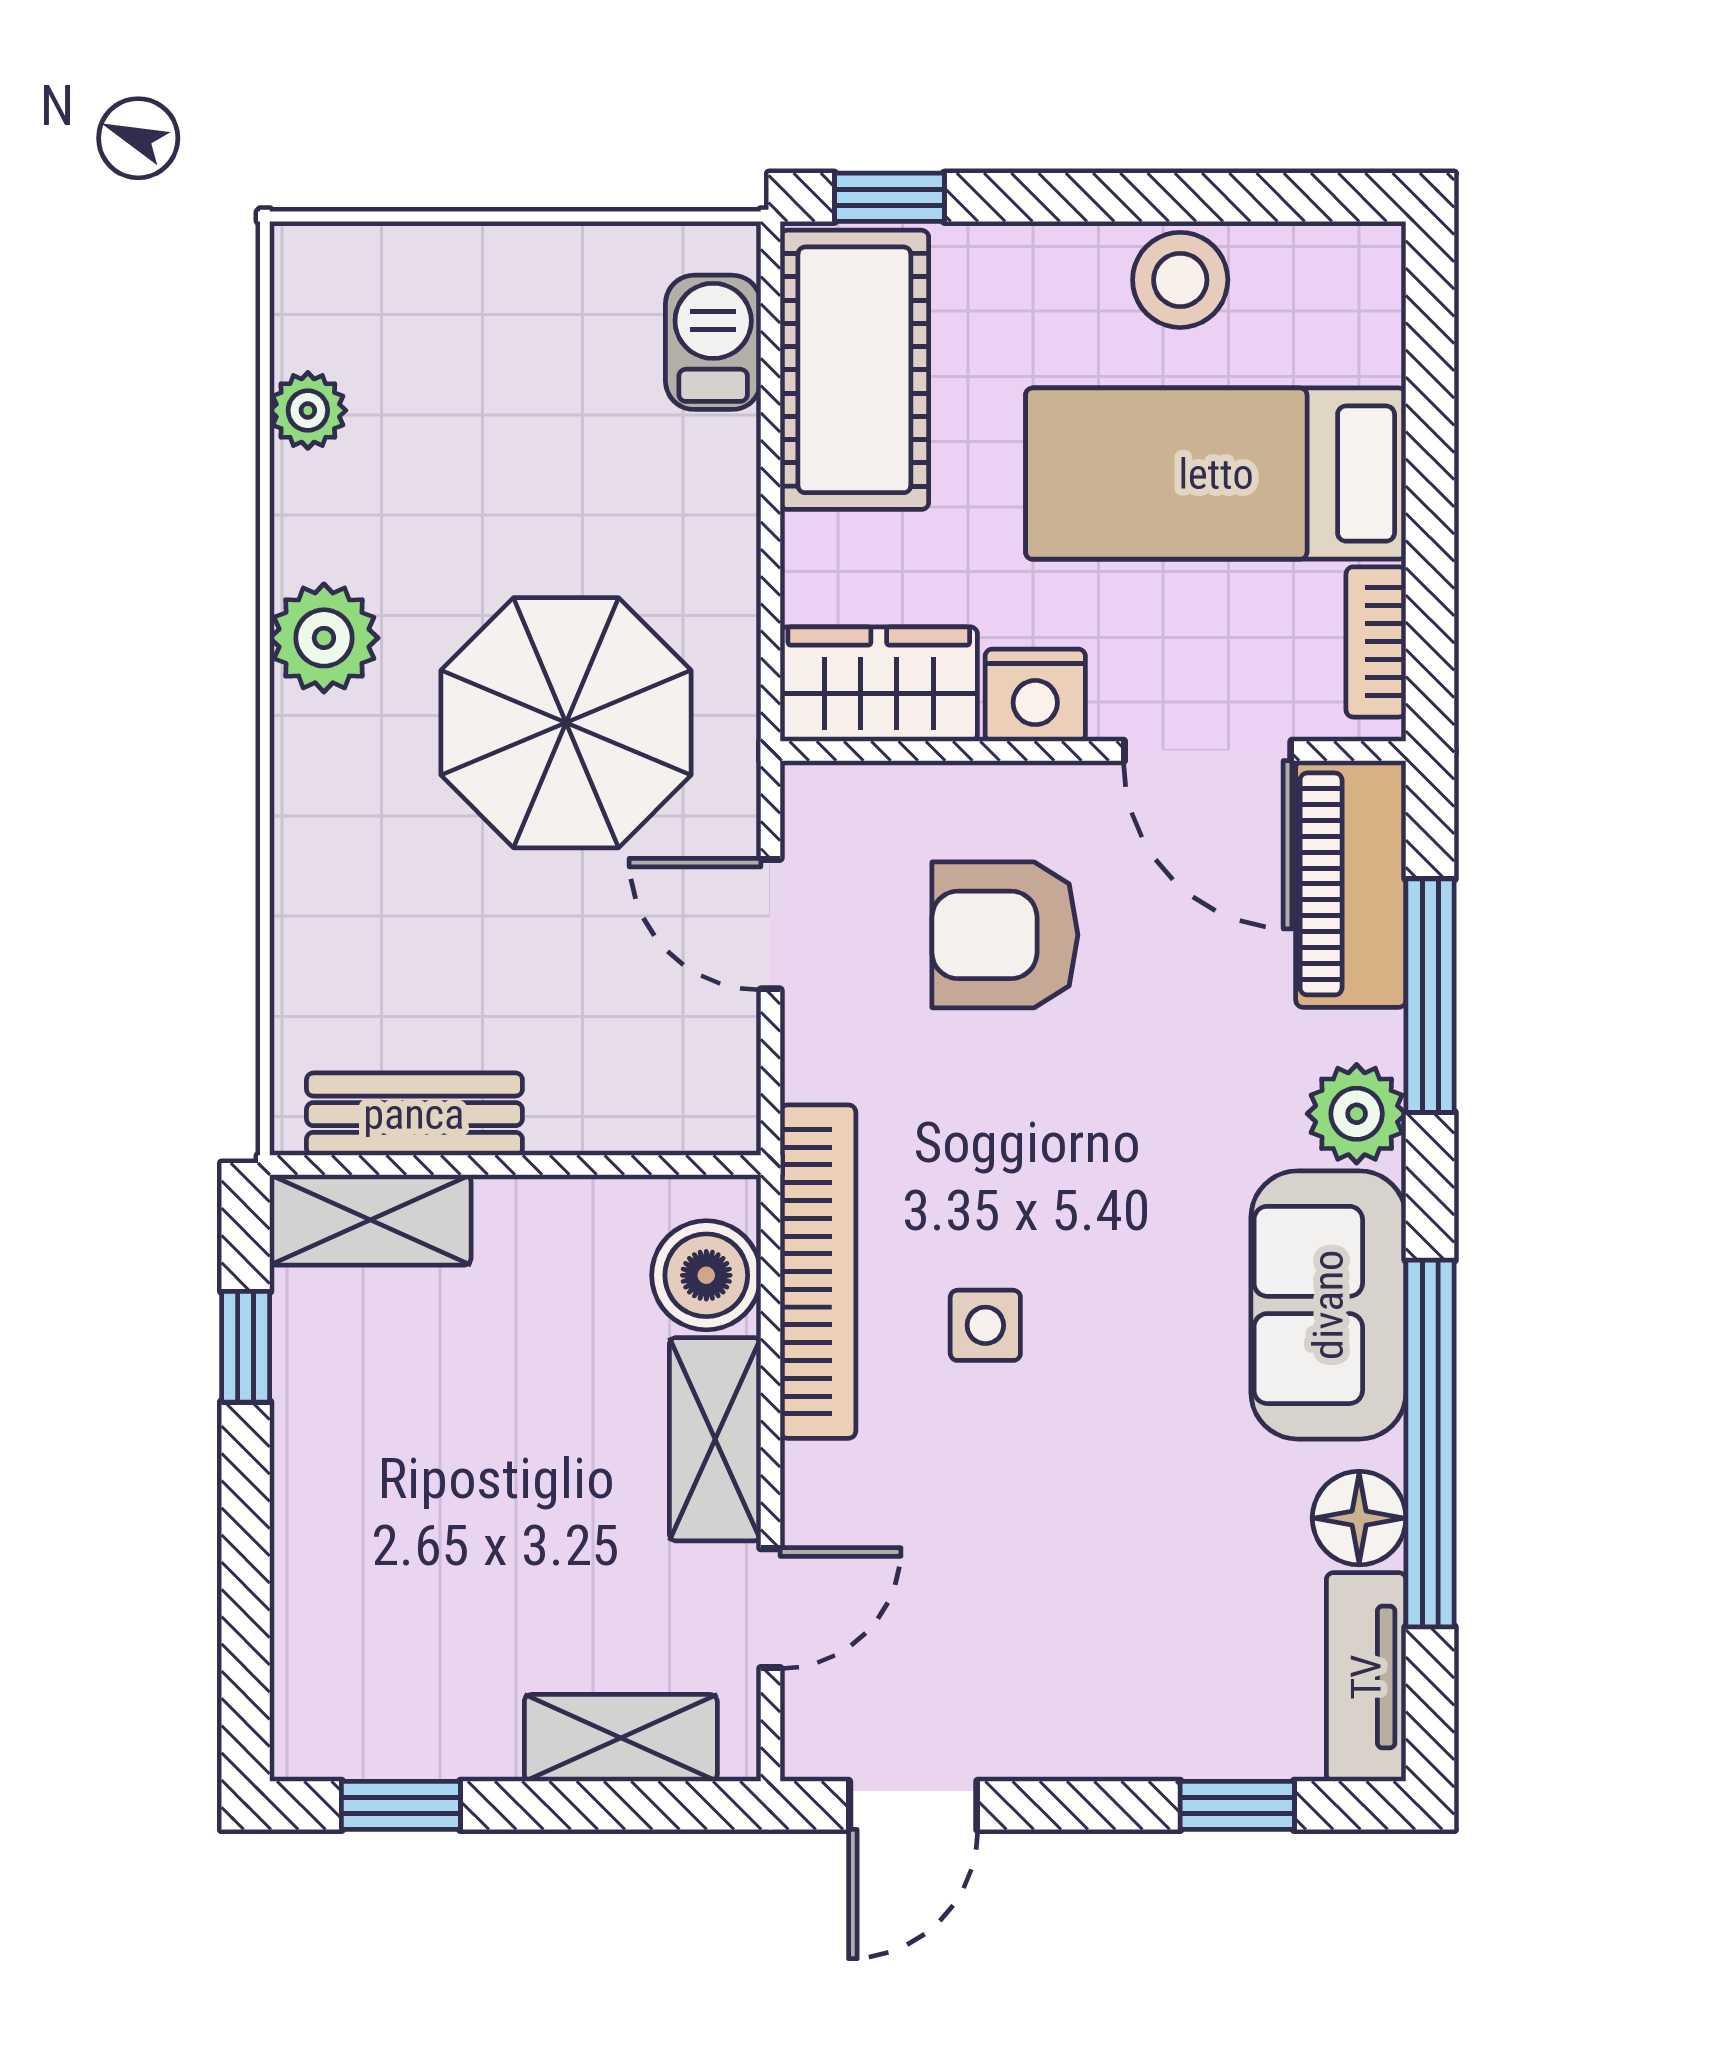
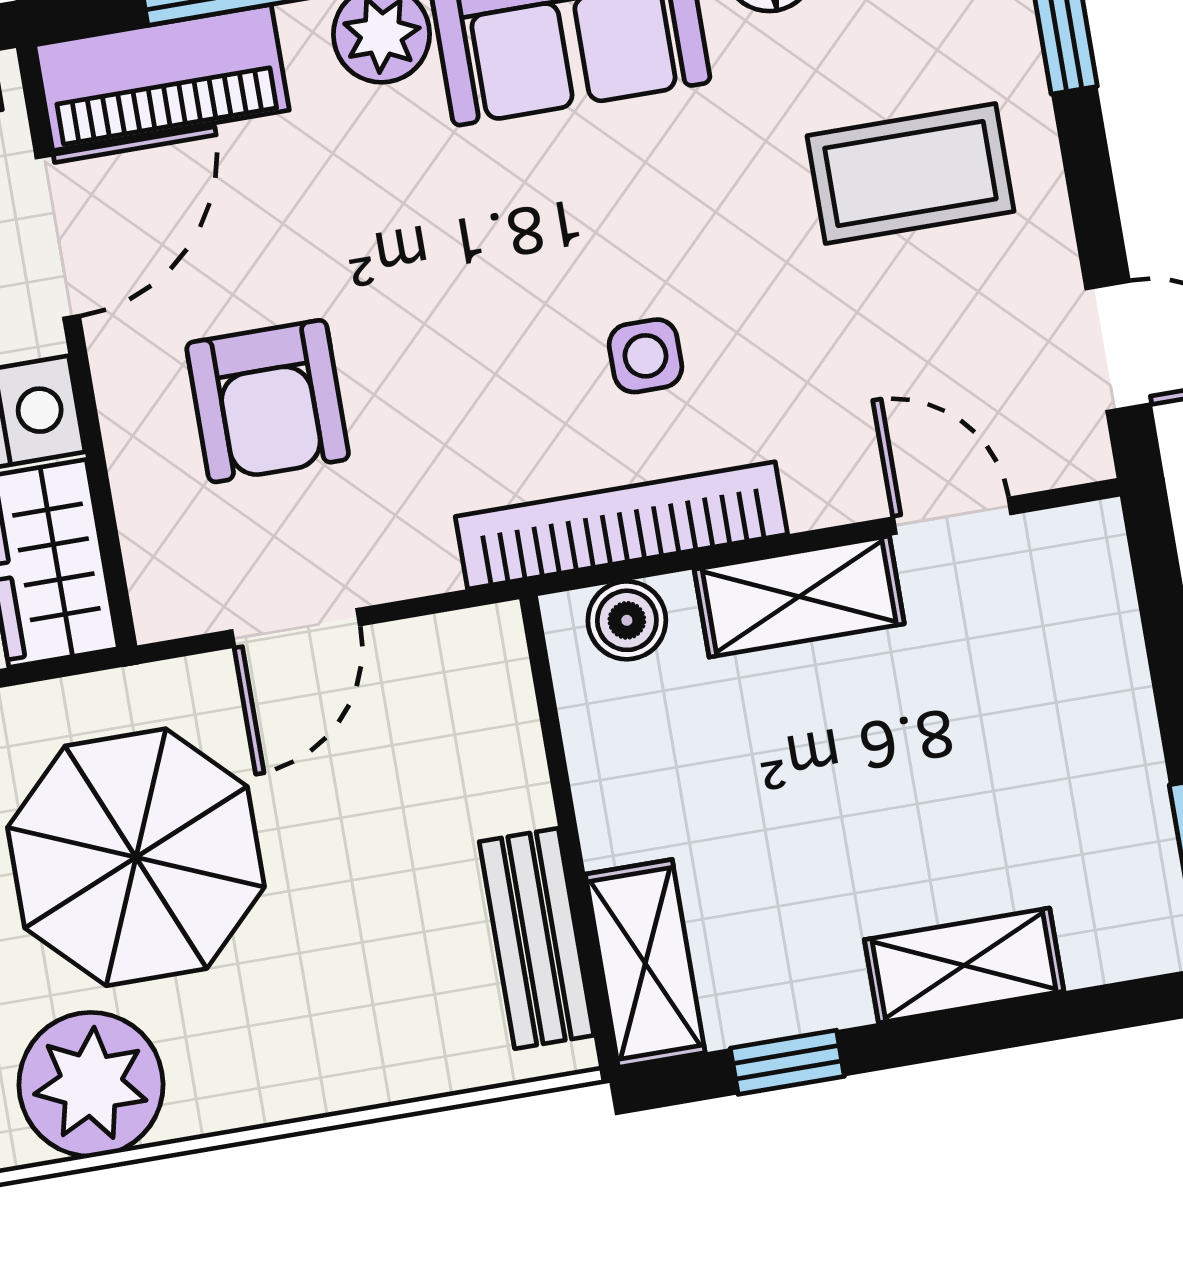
plant: (324, 638) -> (91, 1084), width x1.36, depth x1.36
boiler: (706, 1275) -> (627, 620), width x0.73, depth x0.73
coffee table: (1124, 1625) -> (910, 173), added
shelving: (621, 1738) -> (964, 965), moved, turned 90

